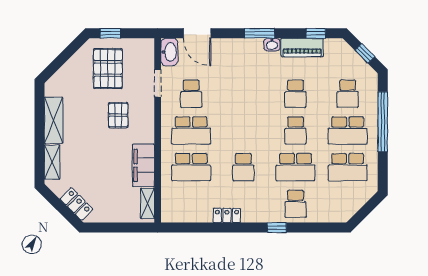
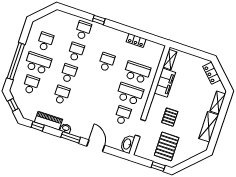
door: (197, 33) -> (96, 146), moved
school desk: (295, 167) -> (76, 52), width x0.54
school desk: (348, 167) -> (45, 42), width x0.54
locker: (227, 215) -> (136, 40), moved

